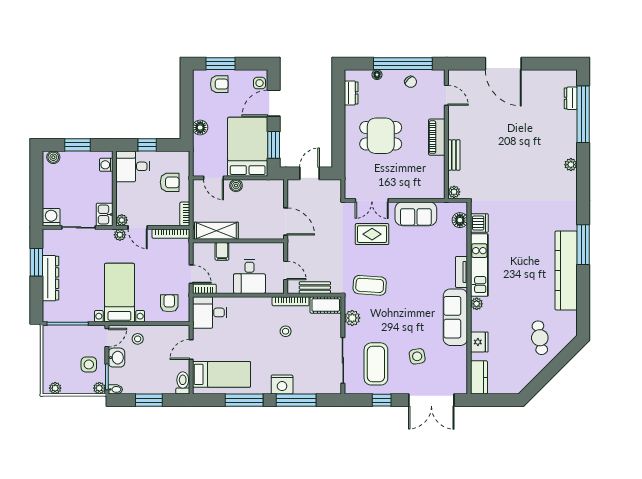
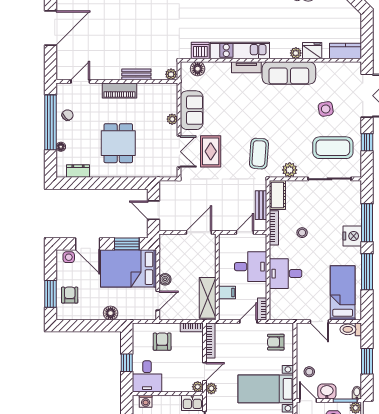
plant: (406, 193) -> (172, 119), added
plant: (477, 304) -> (296, 53), moved
desk: (210, 312) -> (286, 274), moved, turned 90

